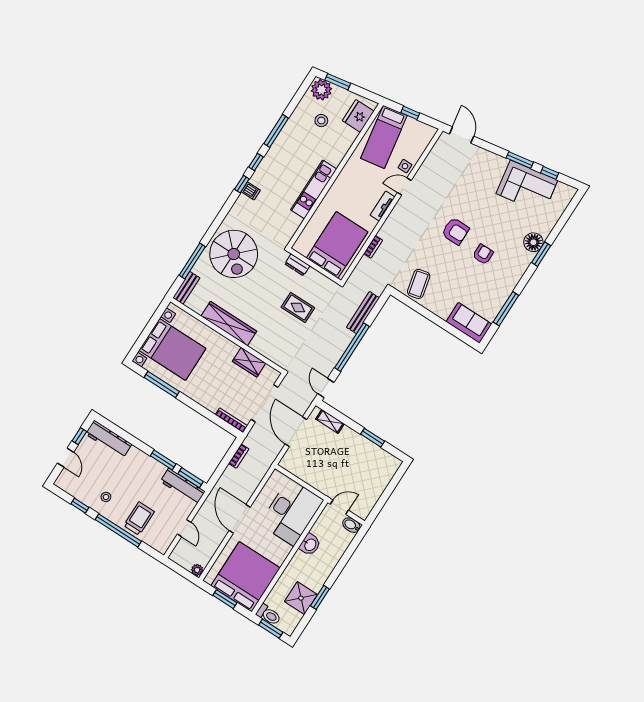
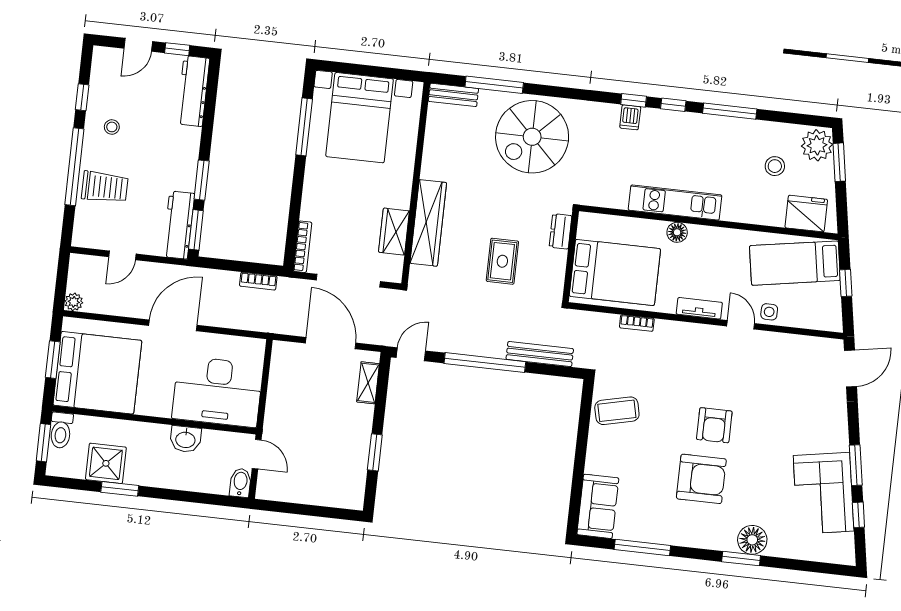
floor lamp: (332, 197) -> (677, 232), added
armchair: (483, 254) -> (701, 479), width x1.88, depth x1.88
wardrobe: (229, 324) -> (428, 223), moved
door: (296, 432) -> (331, 343), hinge flipped

